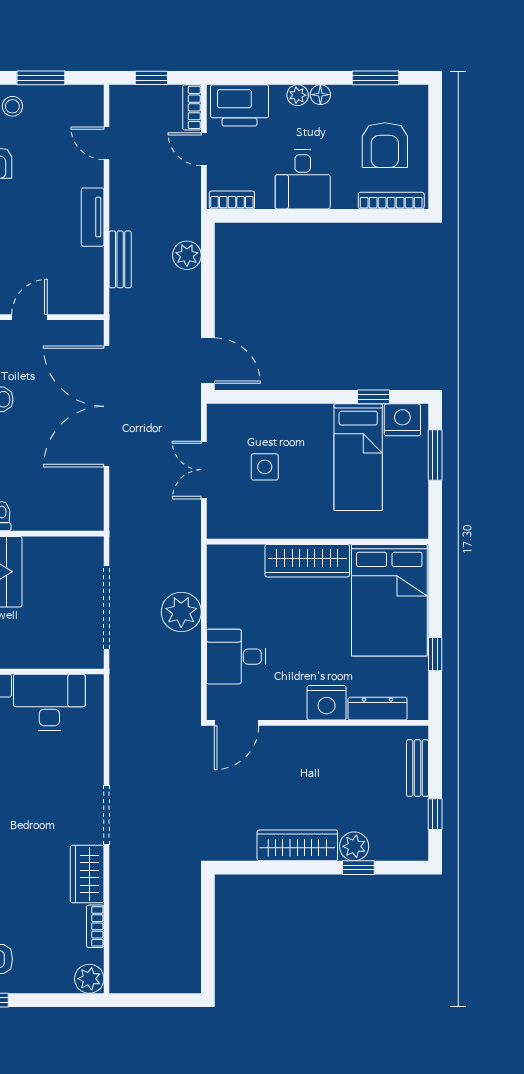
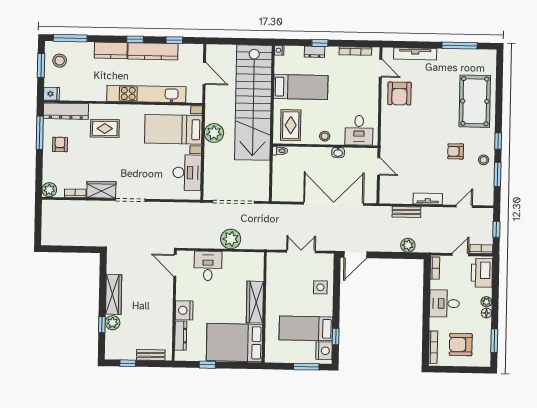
side table: (265, 467) -> (320, 287), moved

